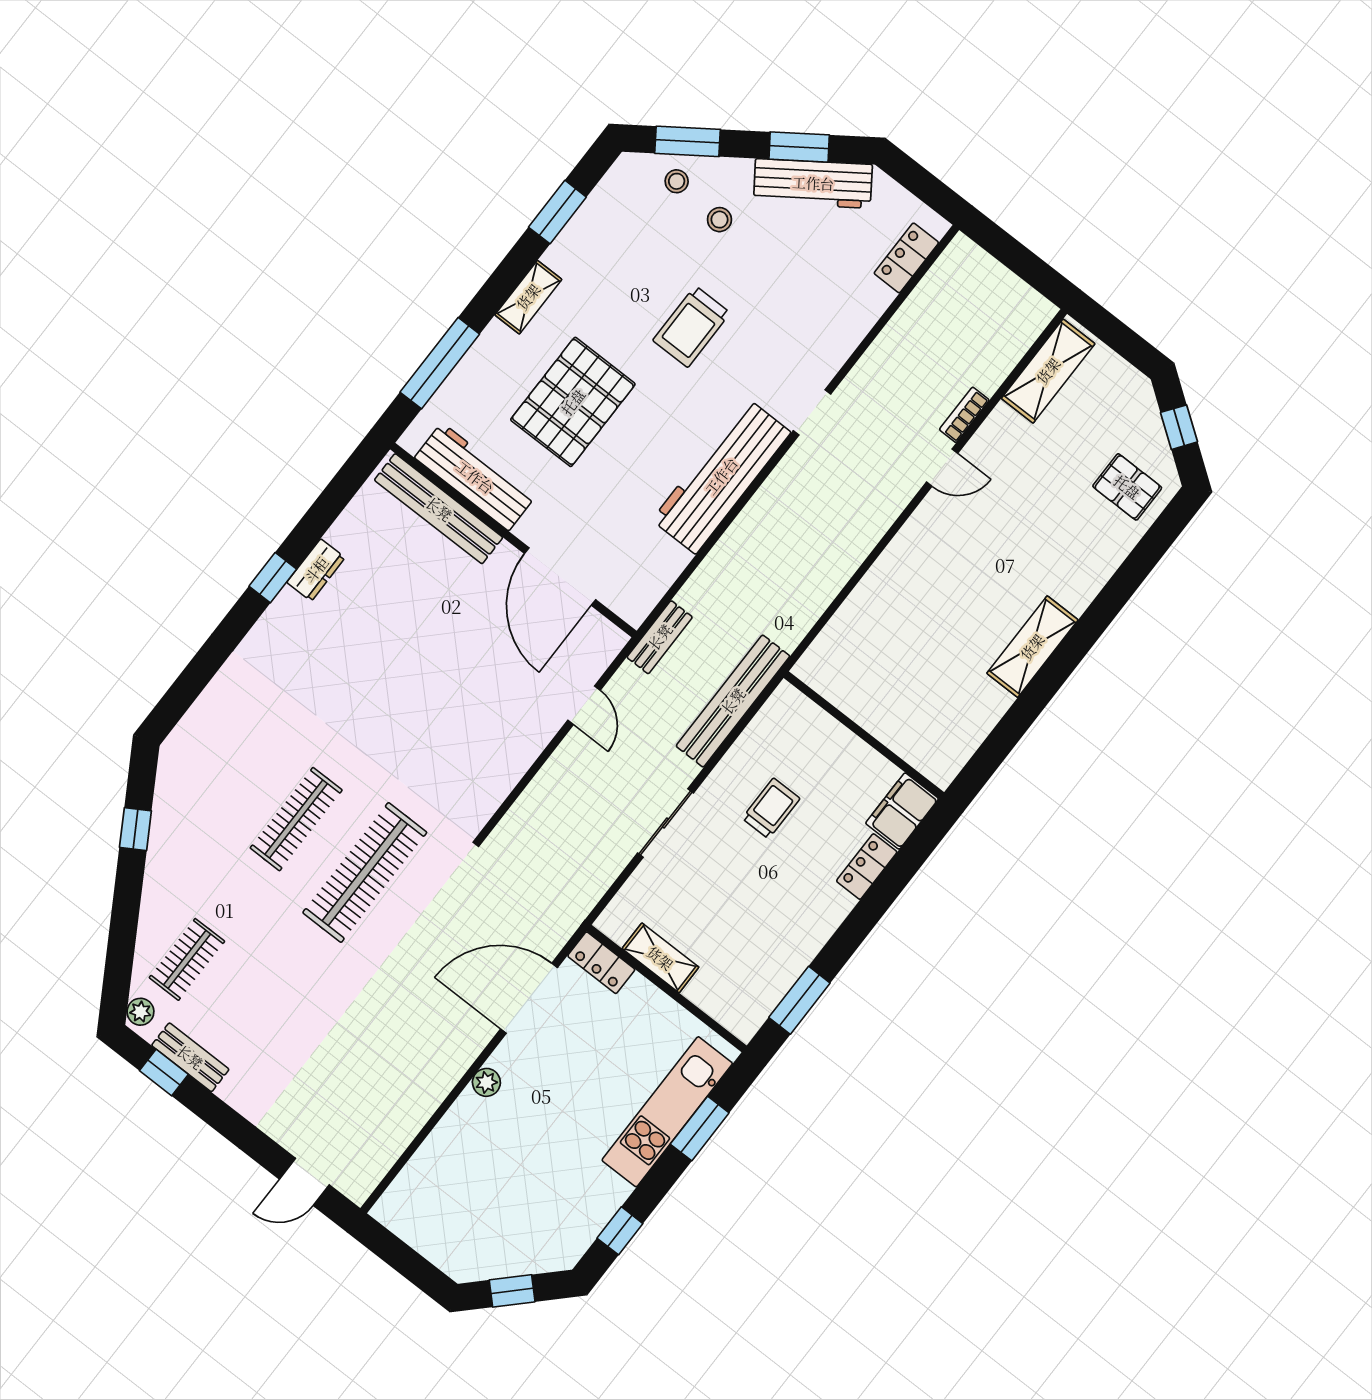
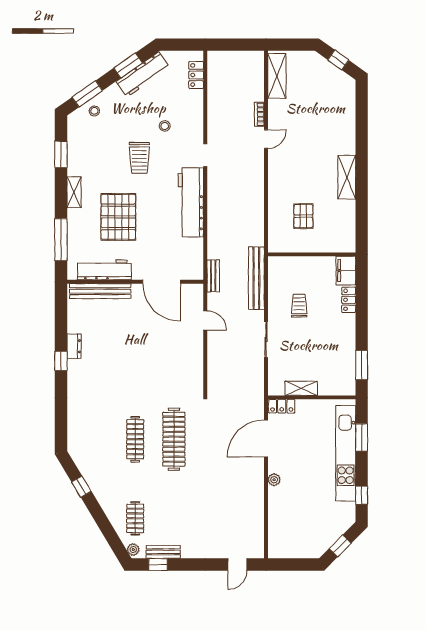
stool: (719, 220) -> (165, 126), moved
pallet: (1127, 487) -> (303, 216), moved, turned 90
kitchen unit: (667, 1112) -> (346, 453), width x1.36

